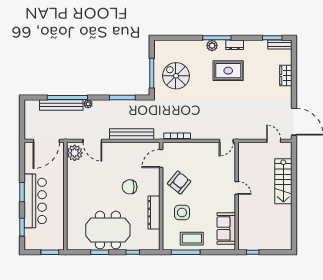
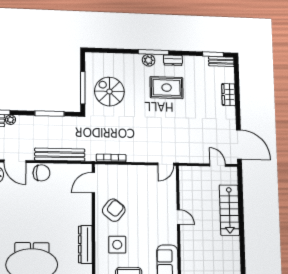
chair: (130, 187) -> (41, 173), moved, turned 180

